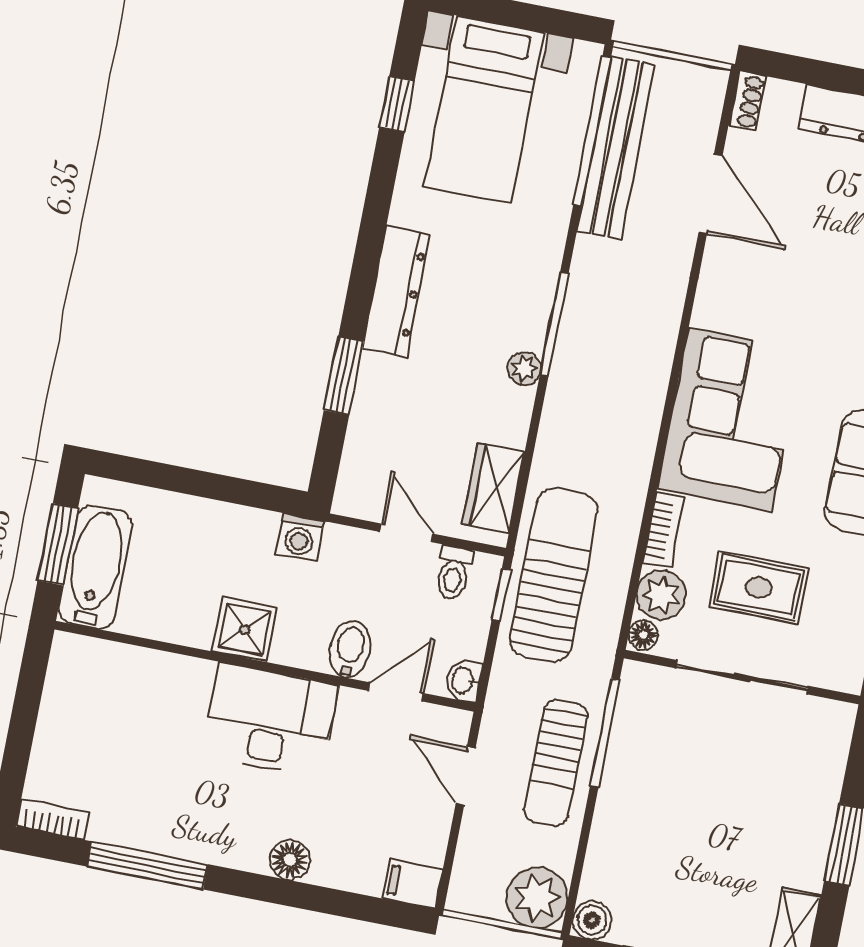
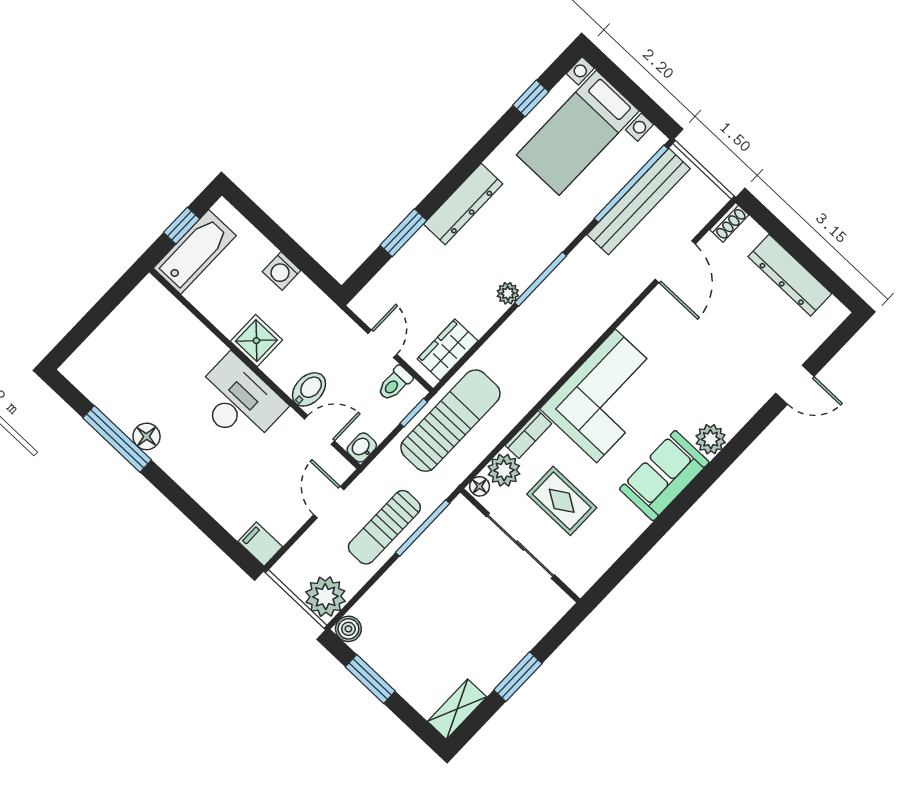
washing machine: (300, 537) -> (282, 271), moved
window: (58, 544) -> (182, 226), width x0.67
bookcase: (53, 820) -> (80, 379), removed
floor lamp: (290, 860) -> (147, 436), moved

